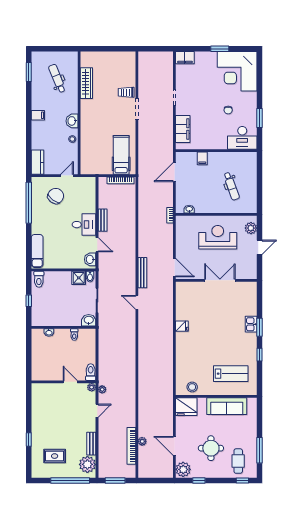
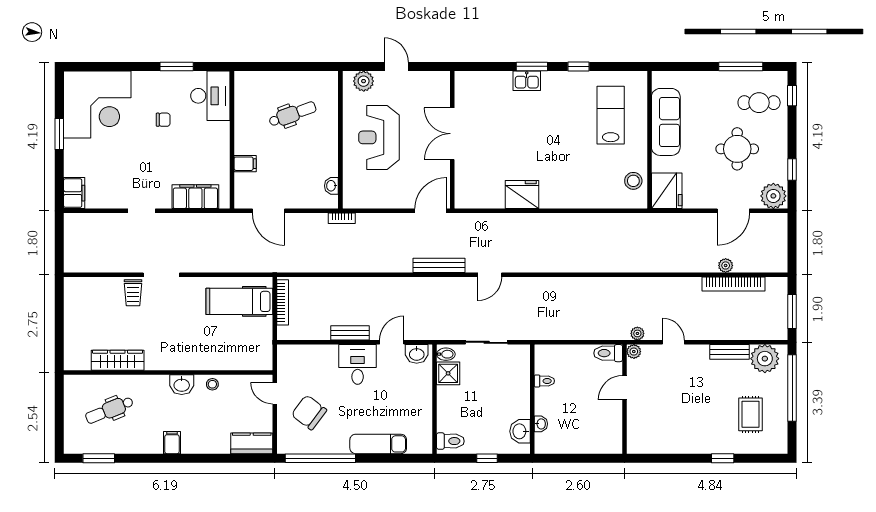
exam couch: (37, 251) -> (378, 444), moved
washbasin: (89, 320) -> (520, 431), moved
fridge: (182, 326) -> (522, 195), width x1.88, depth x1.34

